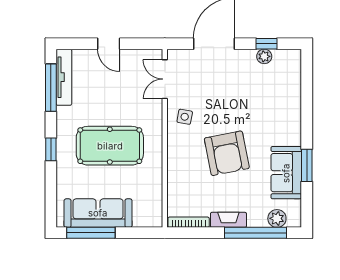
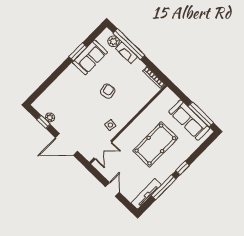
window: (51, 88) -> (164, 187), moved
pool table: (110, 146) -> (155, 144), turned 90
armchair: (227, 153) -> (108, 91), width x0.53, depth x0.53
fireplace: (228, 220) -> (127, 53), moved

